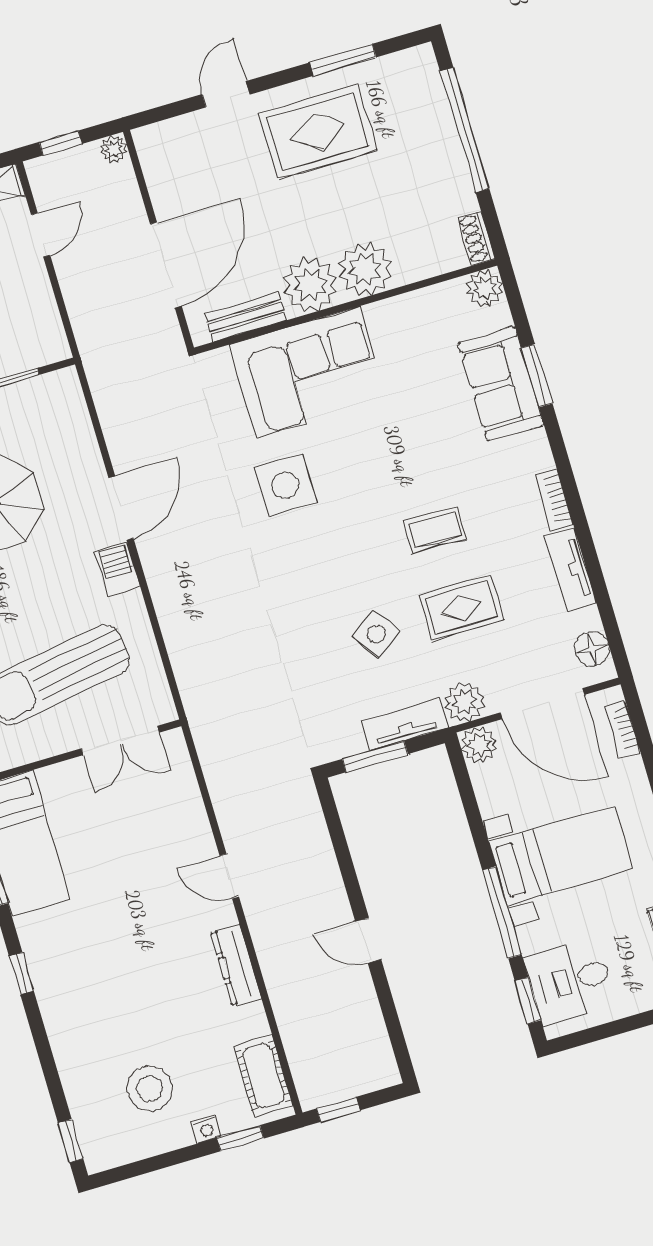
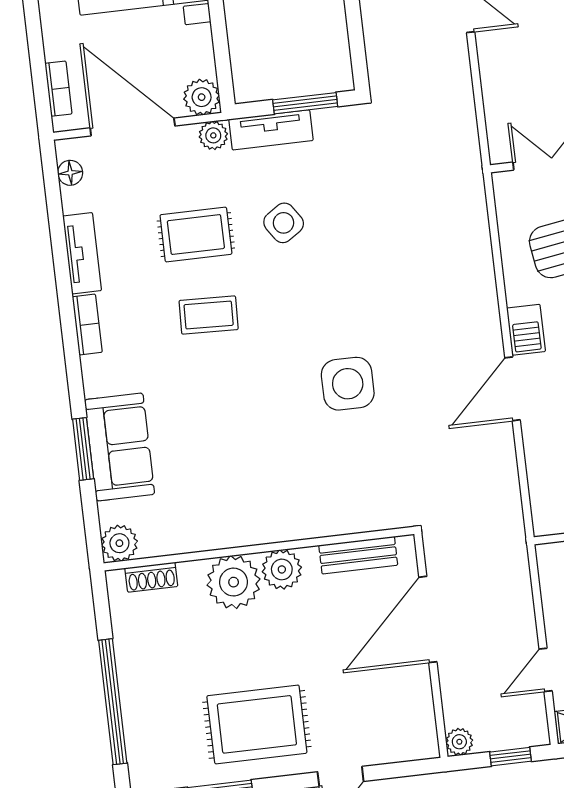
shoe rack: (476, 238) -> (151, 577), moved, turned 90
plant: (310, 285) -> (282, 569), width x0.73, depth x0.73
corner sofa: (308, 372) -> (306, 491), removed
floor lamp: (592, 649) -> (70, 173), width x0.73, depth x0.73
plant: (465, 702) -> (213, 135), width x0.73, depth x0.73

